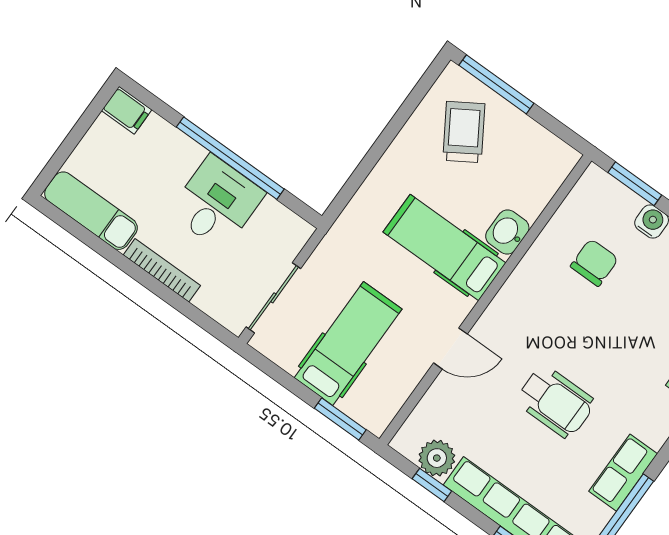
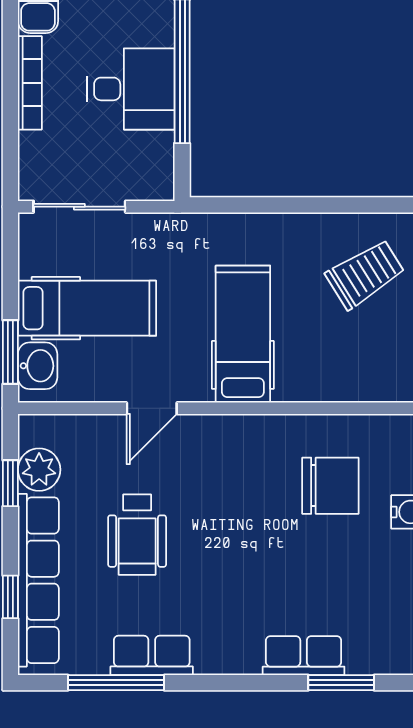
washbasin: (507, 232) -> (38, 366), moved, turned 90
chair: (594, 263) -> (330, 486), width x1.37, depth x1.37
door: (451, 348) -> (152, 408), hinge flipped
wheelchair: (555, 402) -> (137, 535), moved

